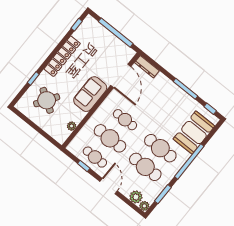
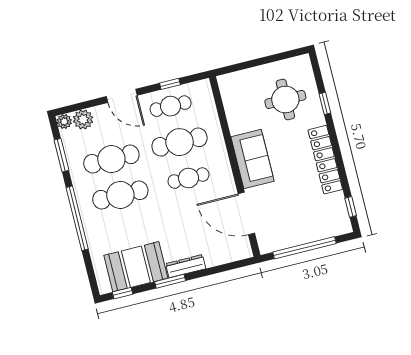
dresser: (147, 67) -> (186, 266), moved
window: (185, 89) -> (170, 281), width x0.69
round table: (47, 100) -> (285, 99), turned -33
plant: (72, 126) -> (230, 106), removed
booth: (194, 132) -> (136, 267), moved, turned 90

